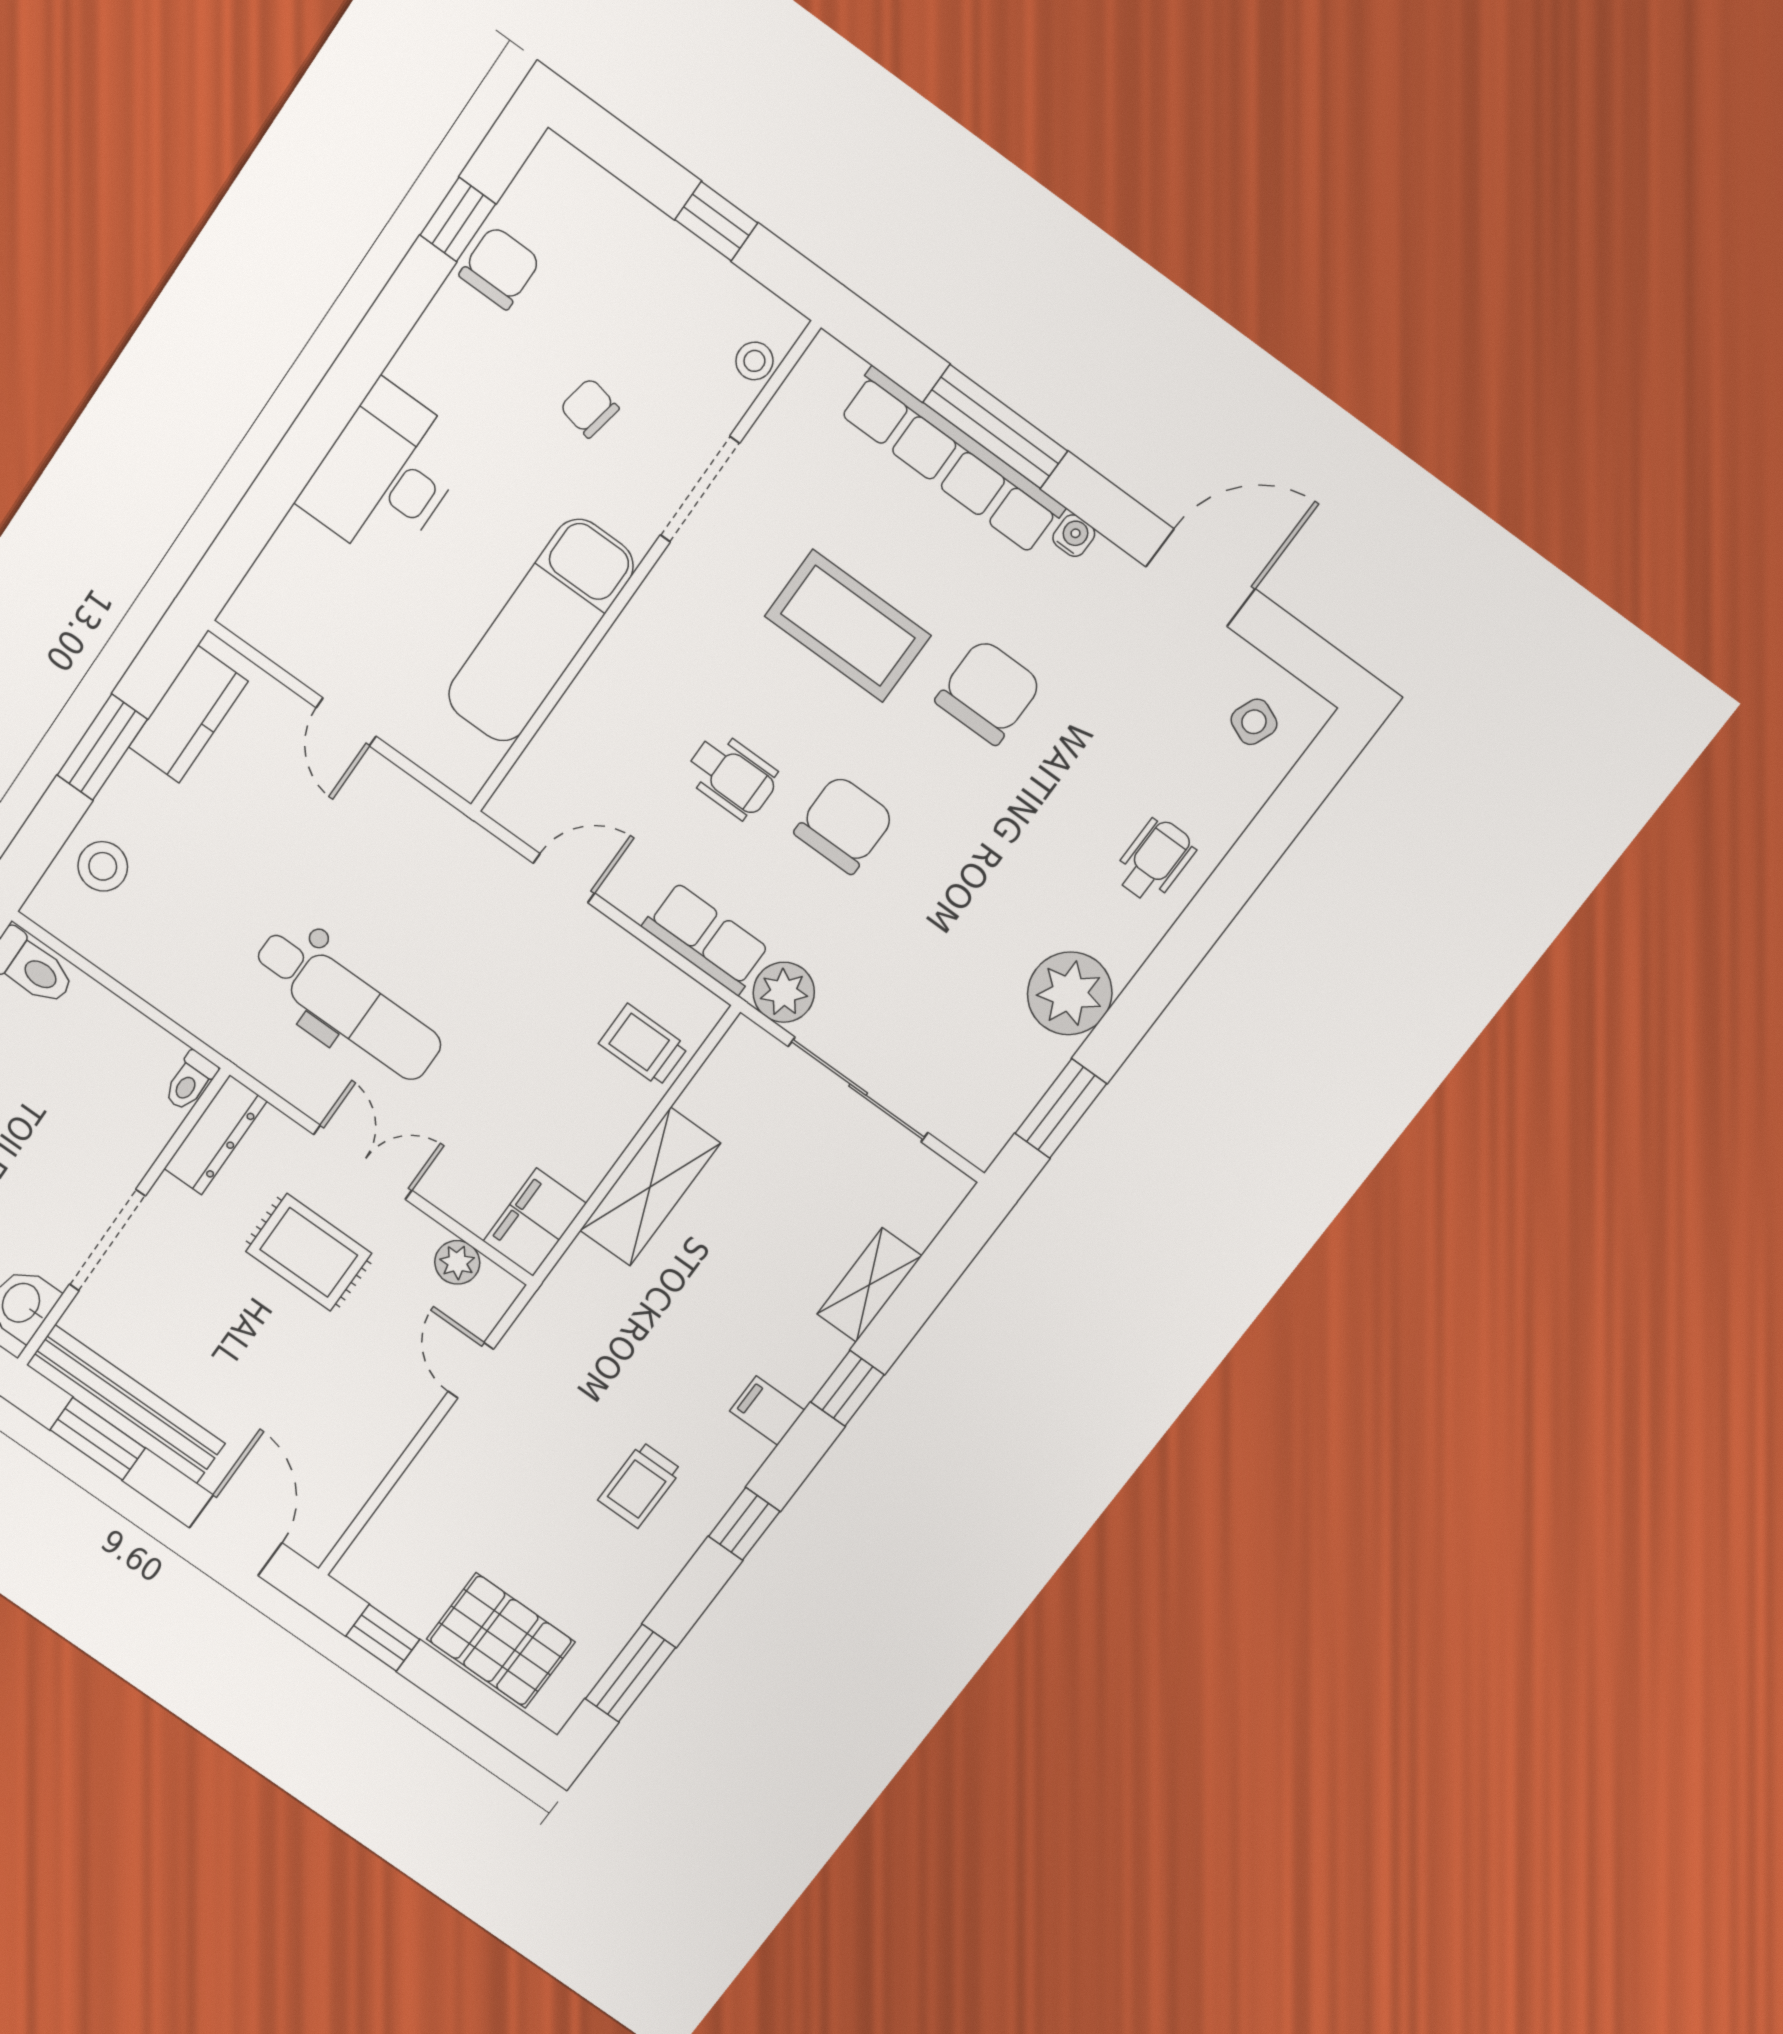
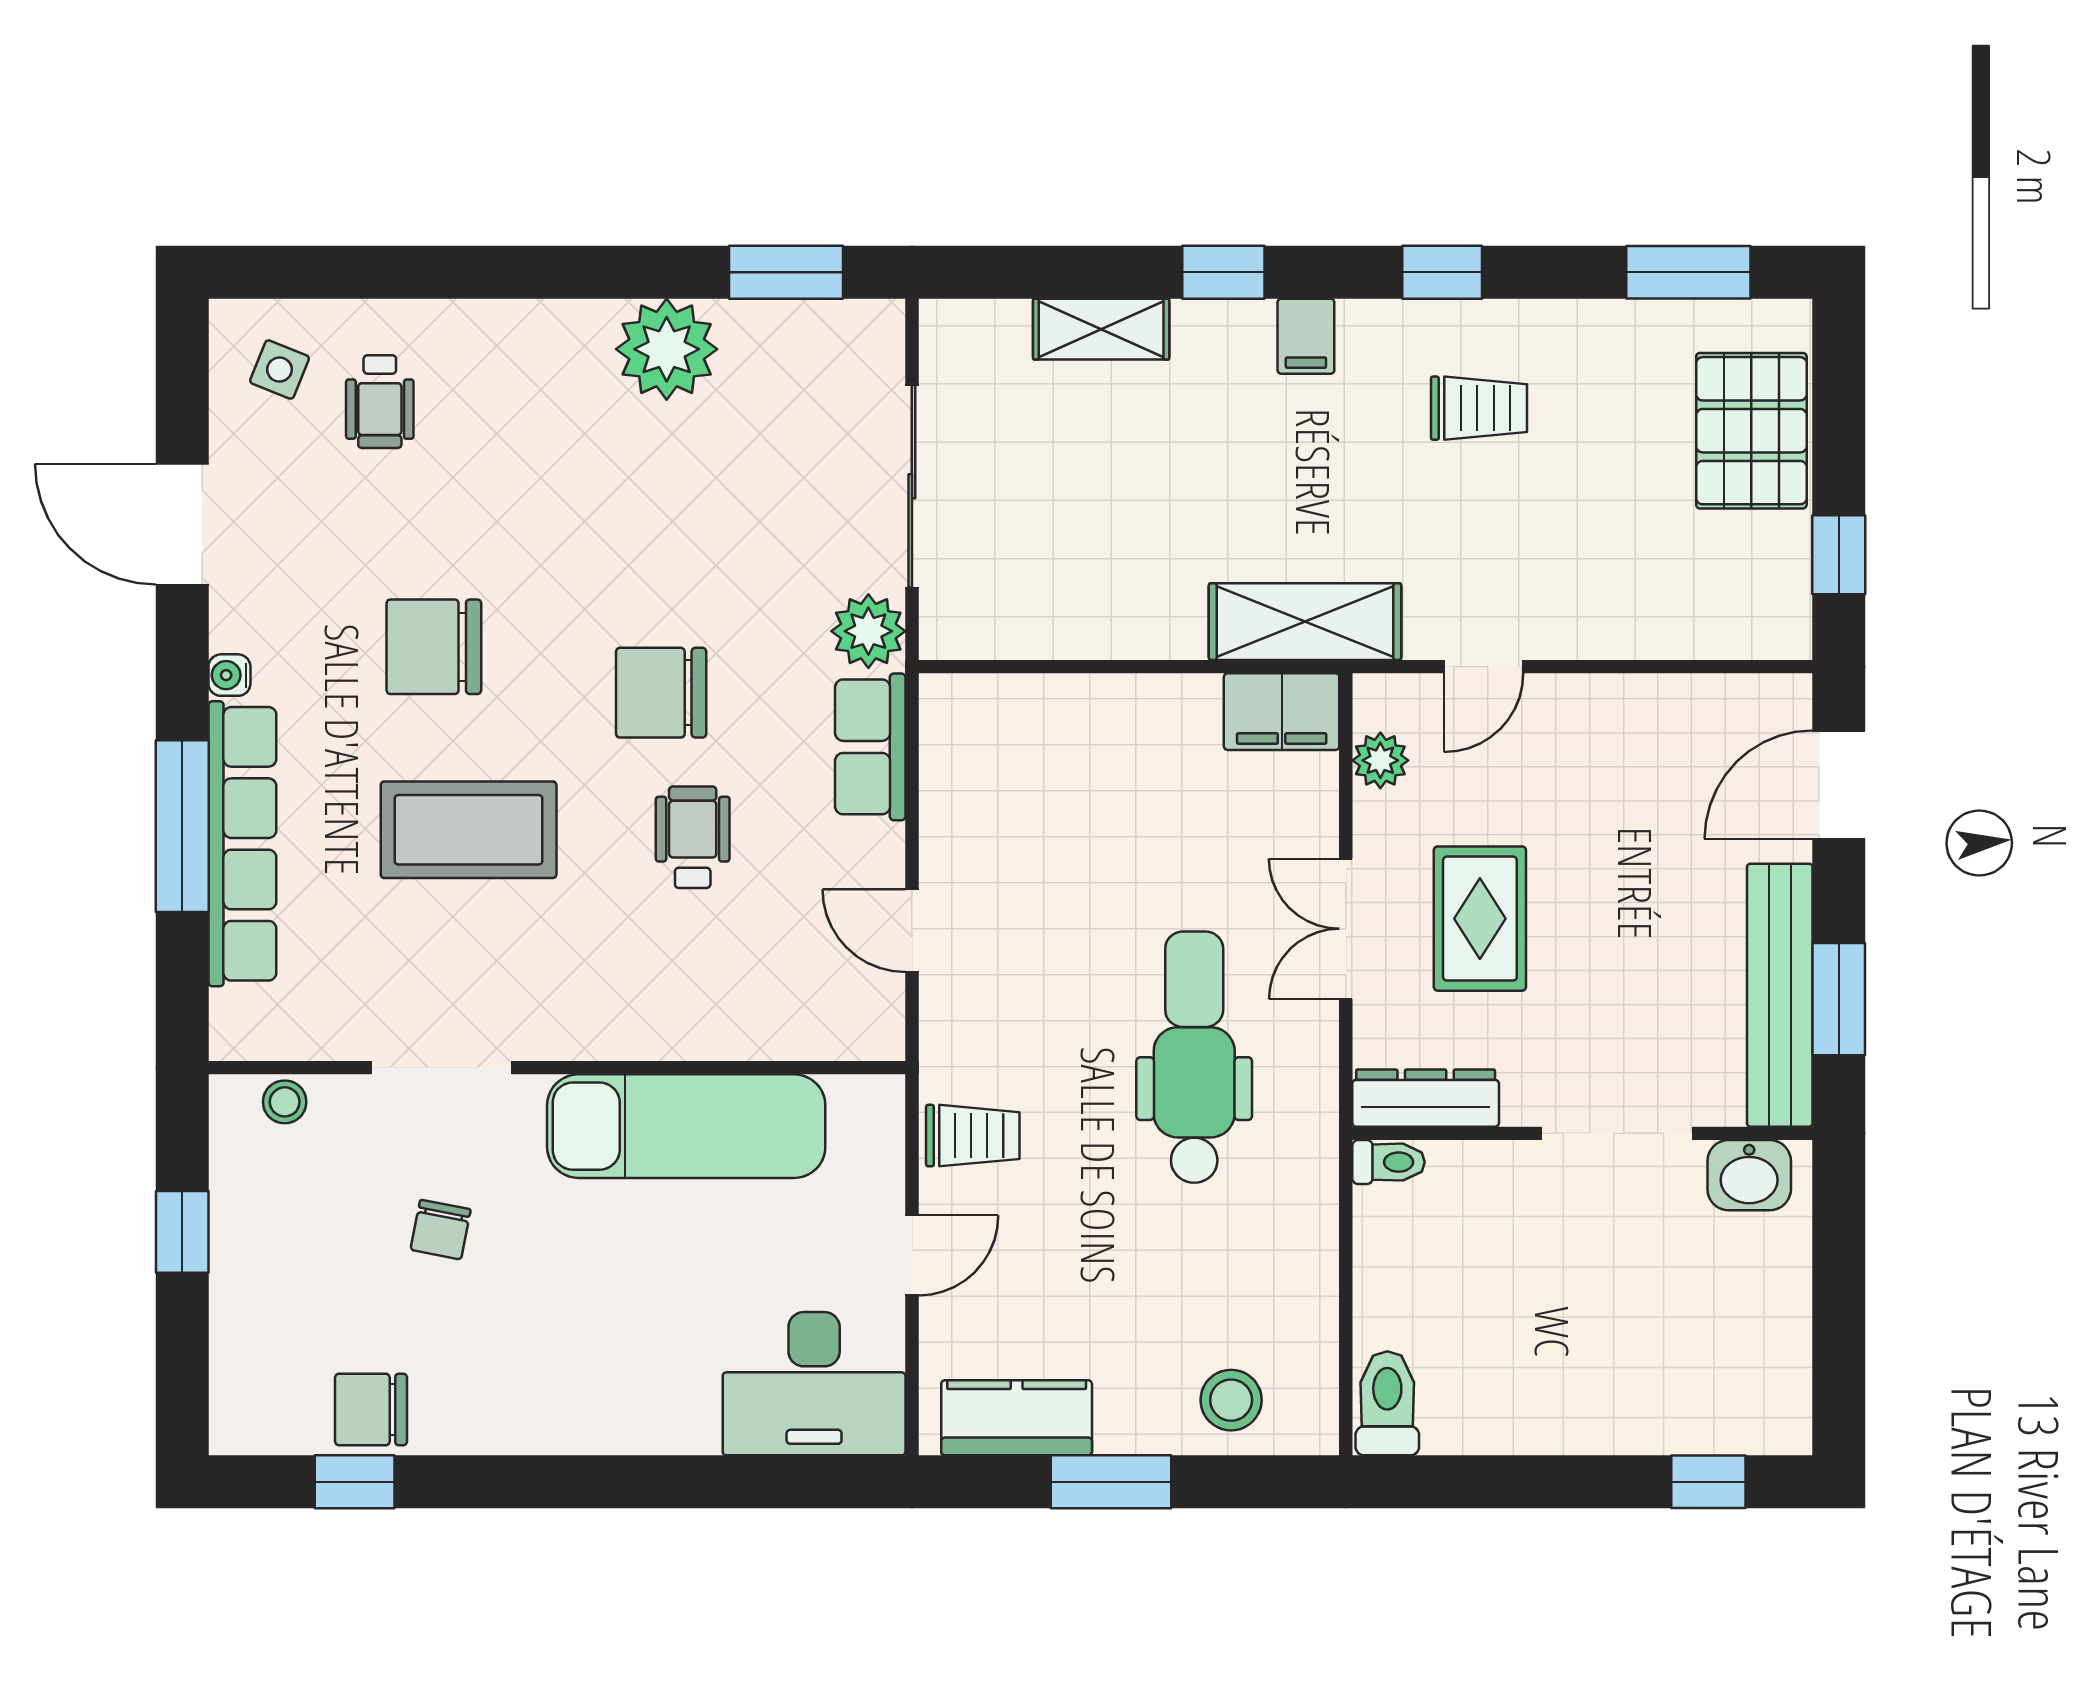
desk: (386, 474) -> (814, 1384), moved
coffee table: (848, 626) -> (469, 830), turned 90
wheelchair: (1155, 860) -> (380, 402), moved, turned -90
trolley: (643, 1045) -> (973, 1136), moved, turned -90
shelving: (650, 1187) -> (1305, 622), moved

